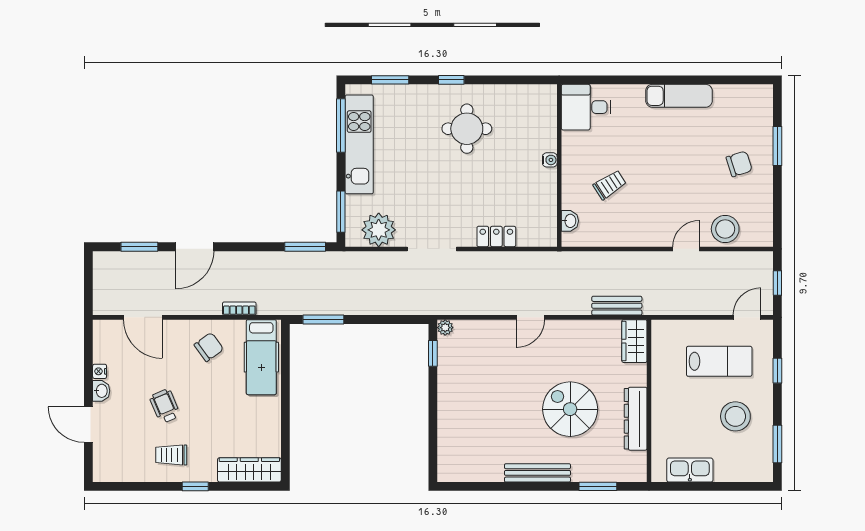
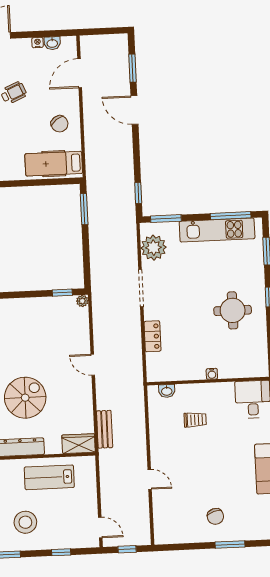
trolley: (610, 185) -> (195, 420), turned -57
stool: (725, 229) -> (166, 508), removed
window: (305, 247) -> (138, 193), width x0.67
bookcase: (239, 309) -> (90, 145), removed
lab bench: (719, 361) -> (49, 477), moved, turned 90
washbasin: (101, 391) -> (52, 43), moved

